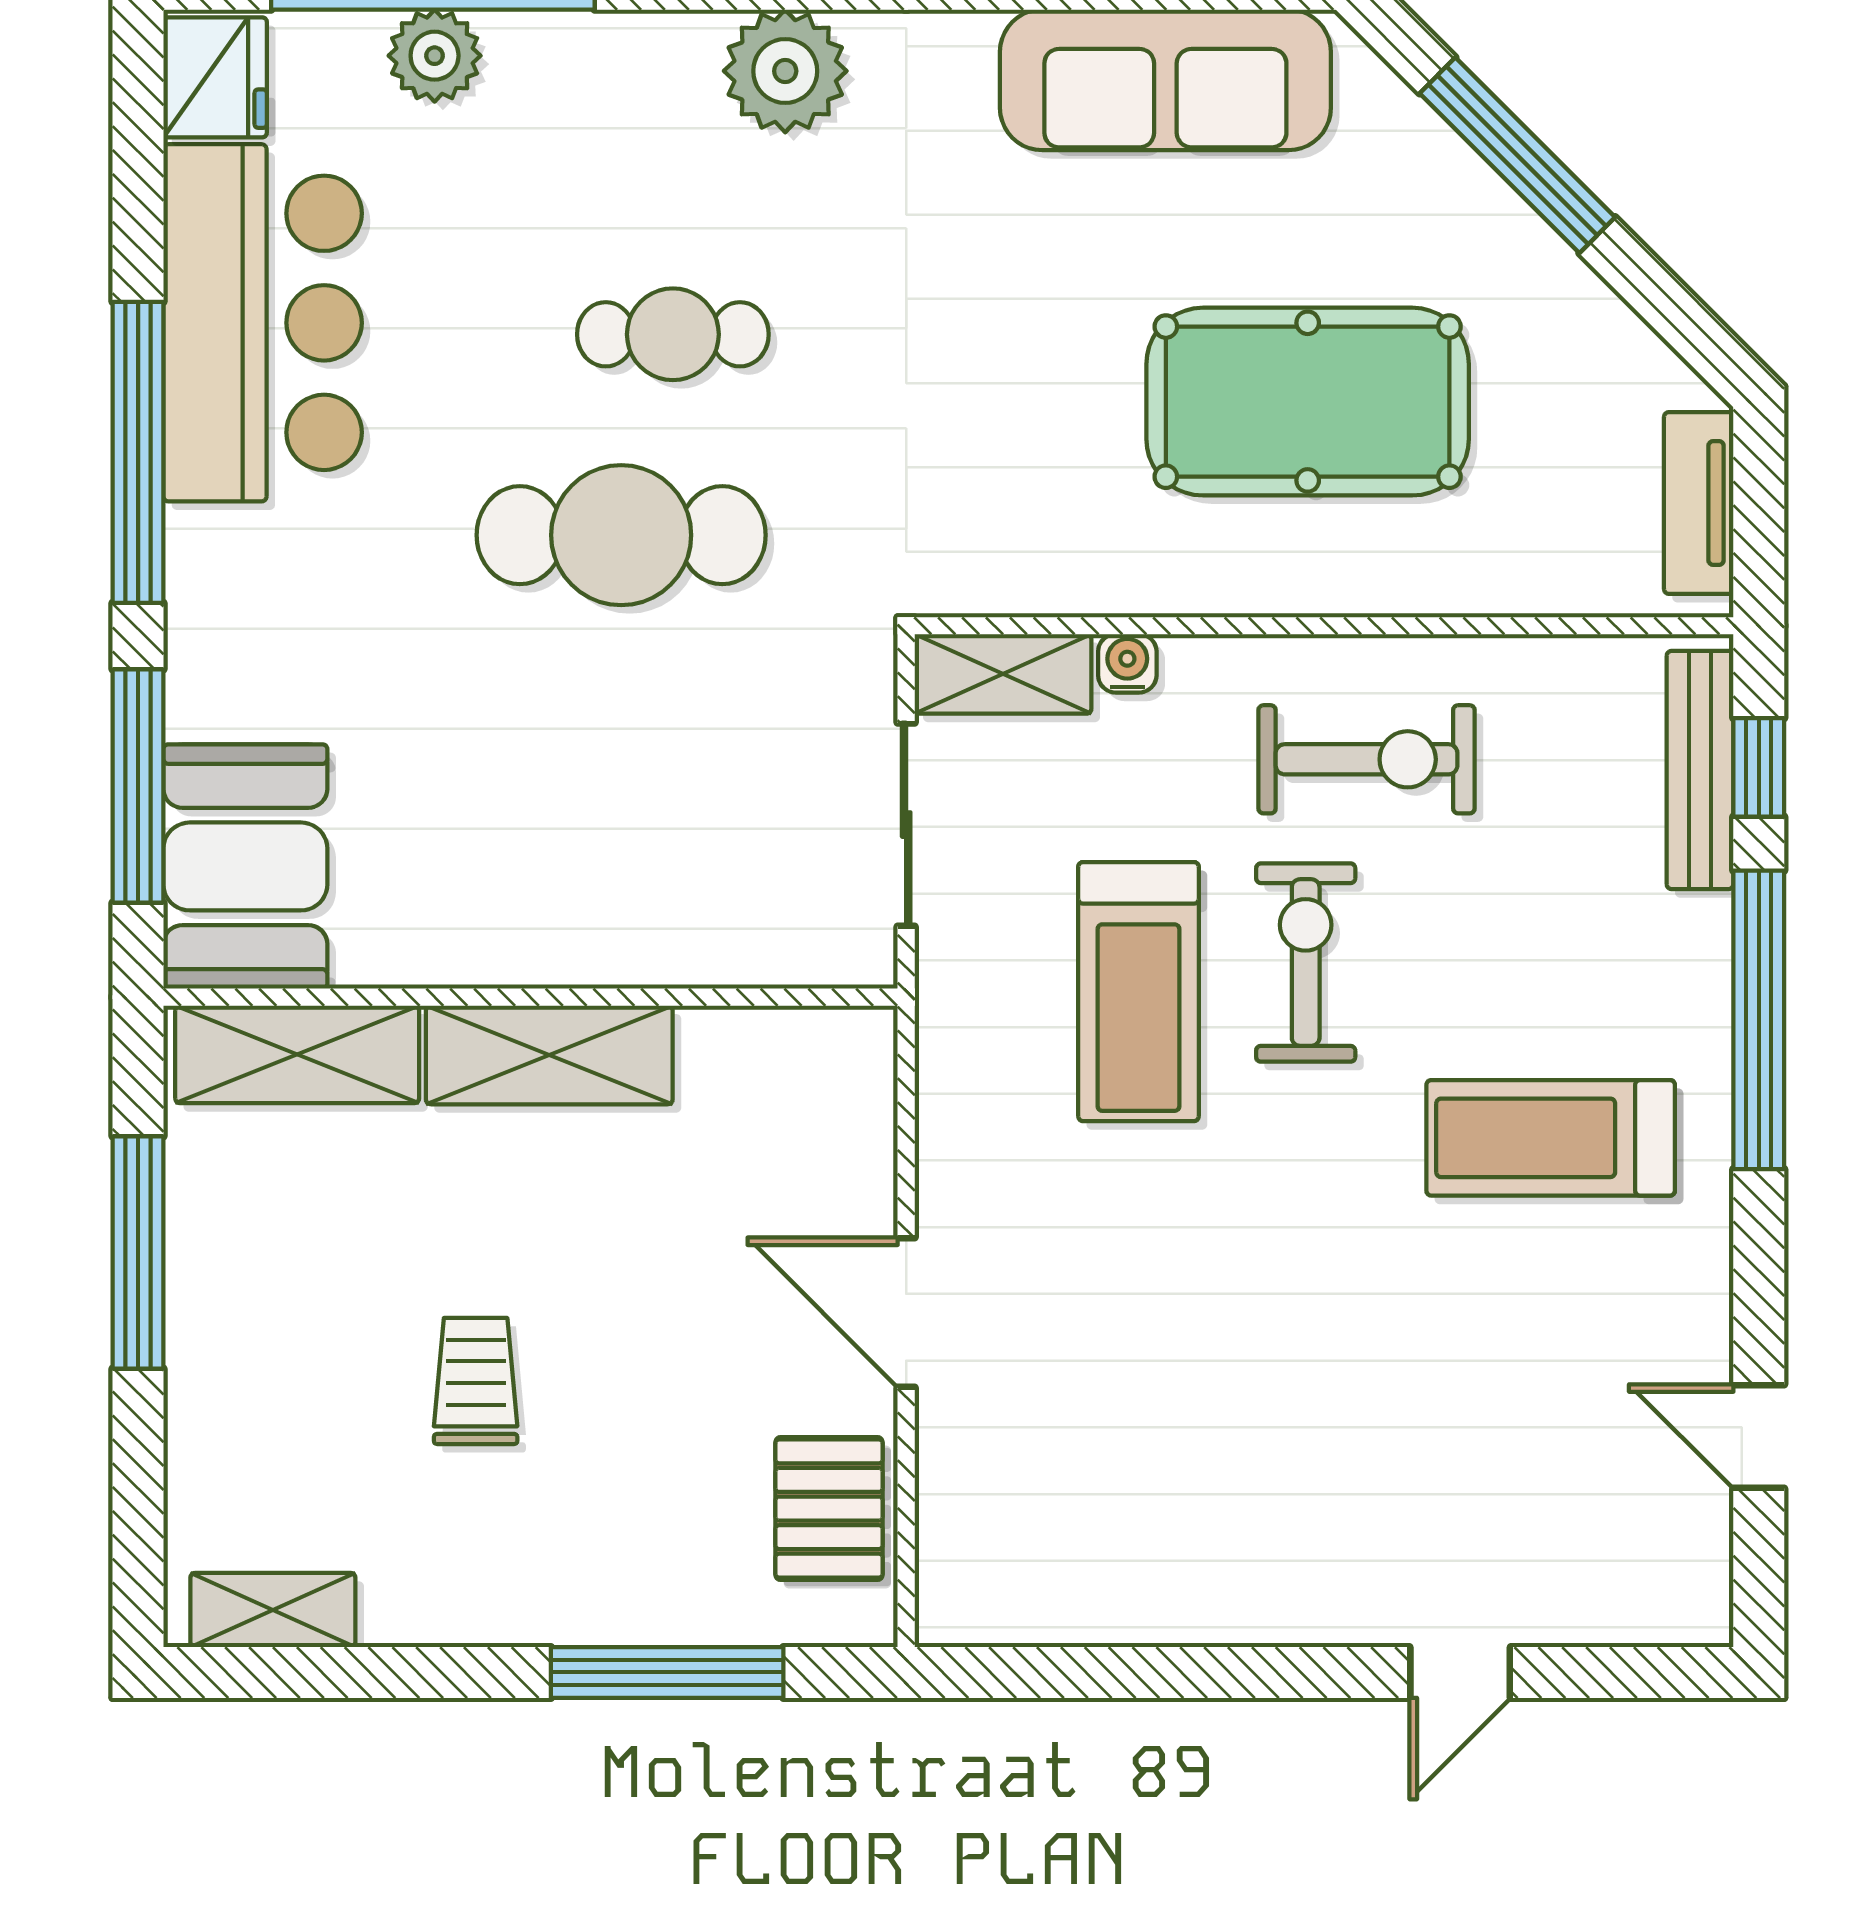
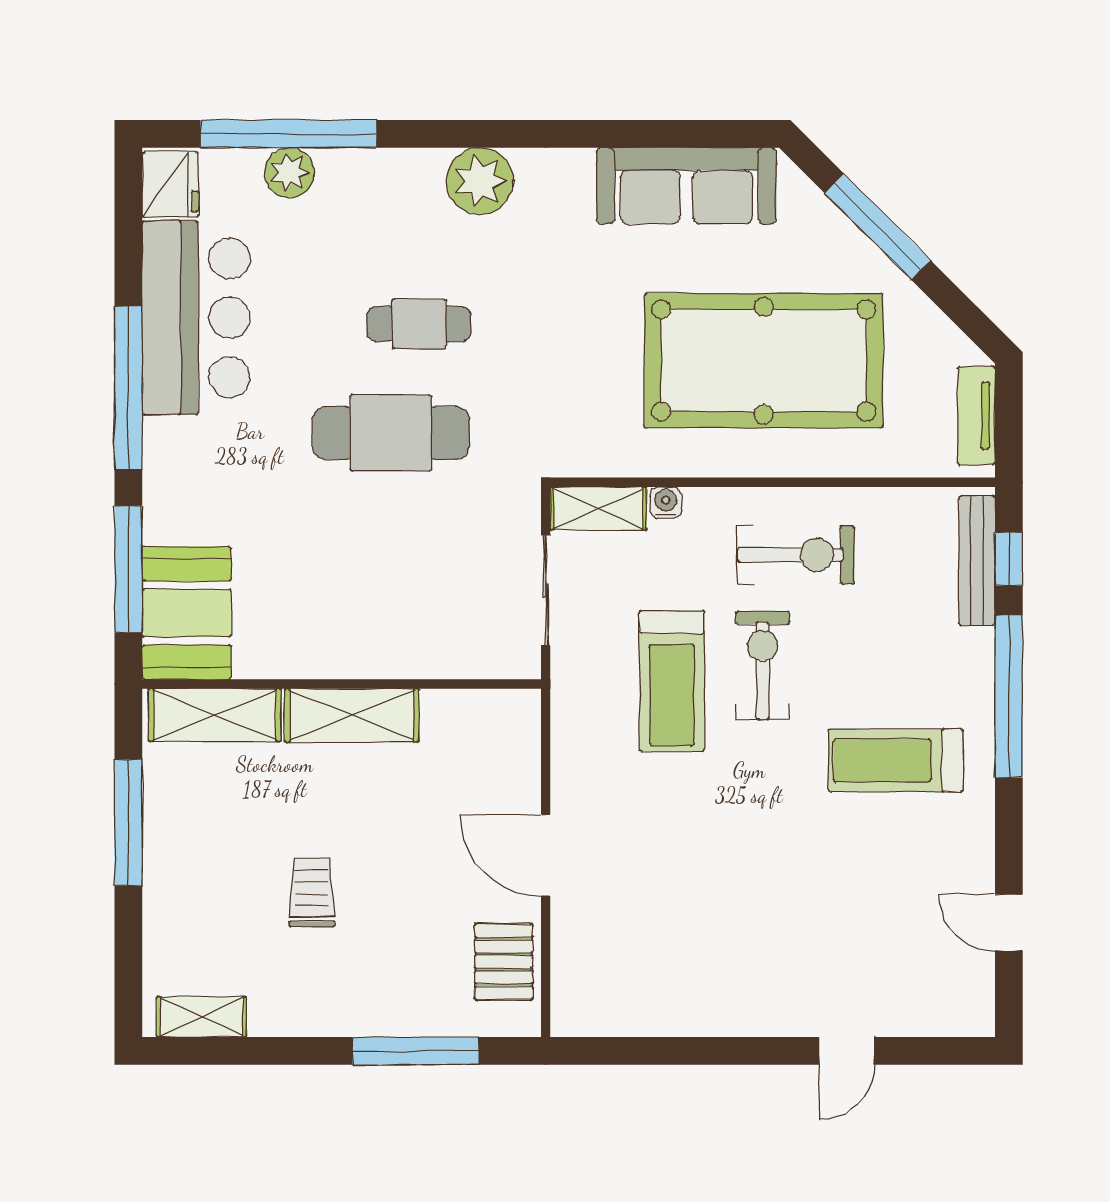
pool table: (1308, 402) -> (764, 360), width x1.36, depth x1.32

